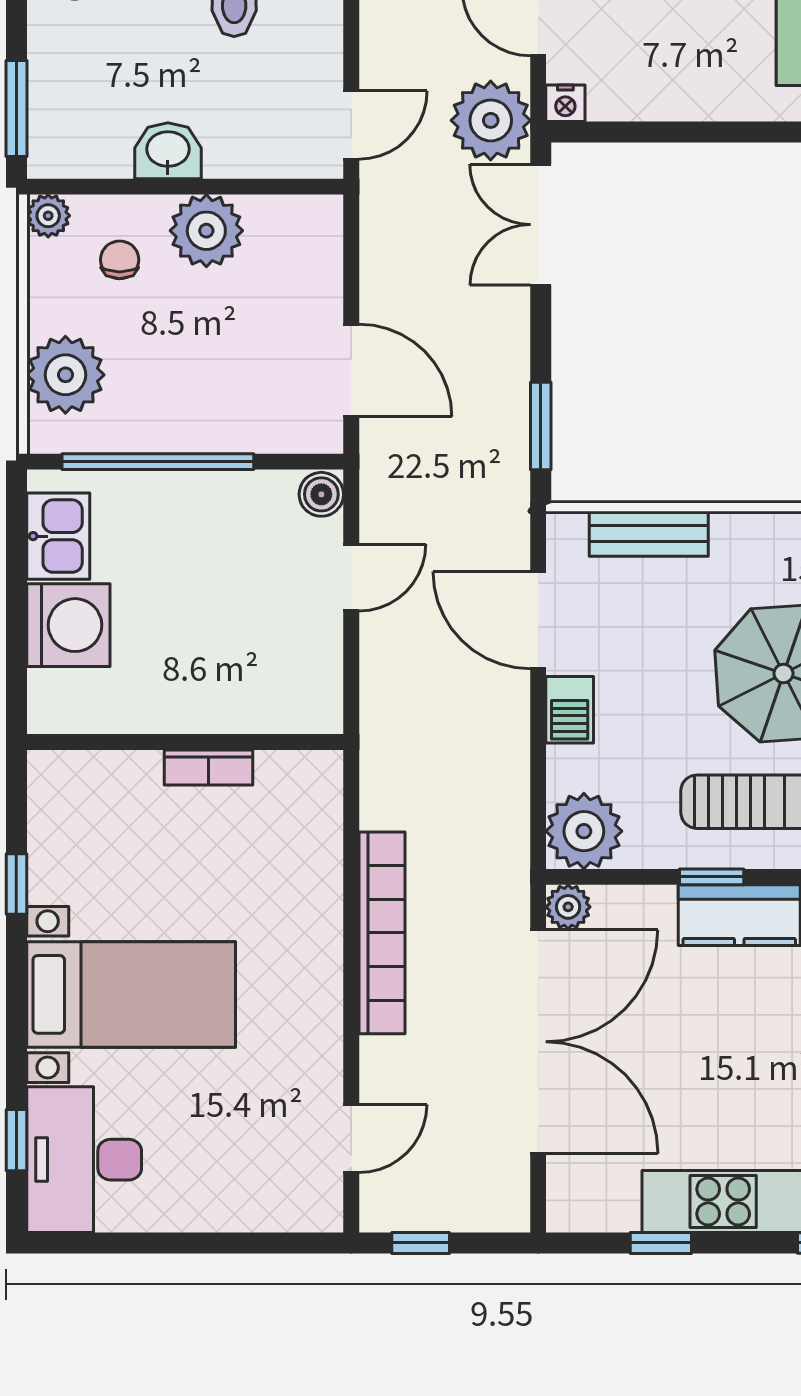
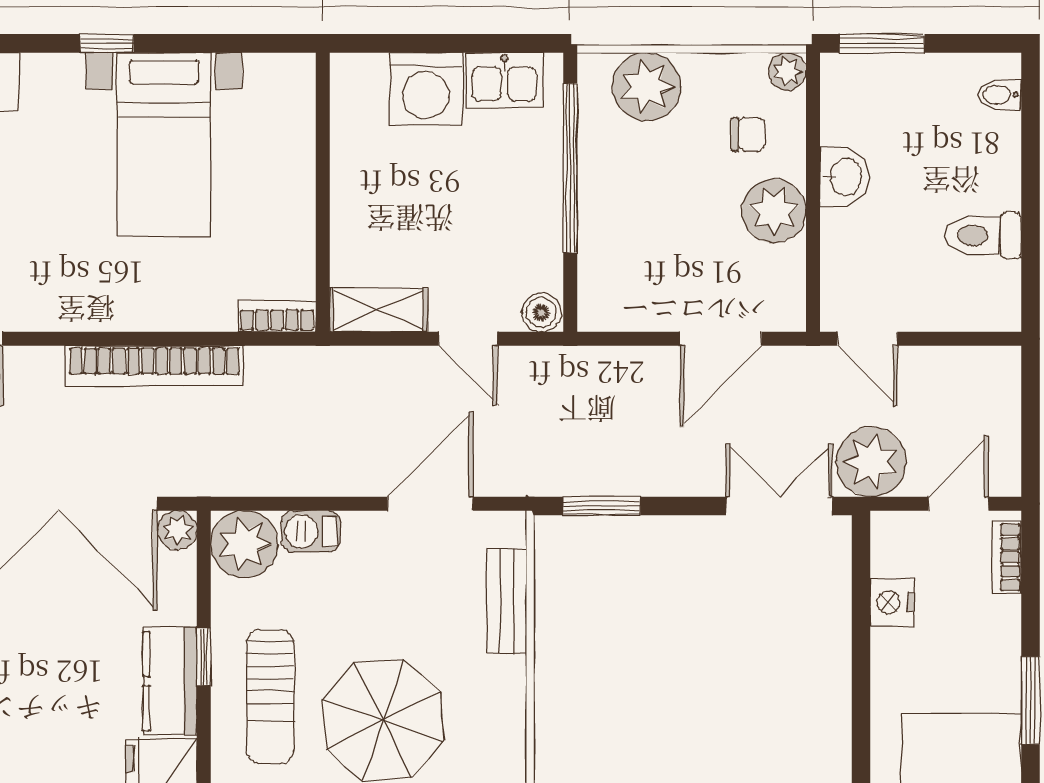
nightstand: (565, 103) -> (892, 602), moved, width x1.39, depth x1.35
door: (351, 370) -> (721, 339), moved
shelving: (319, 679) -> (379, 310), added
barbecue: (570, 710) -> (311, 531), moved
bookcase: (208, 767) -> (277, 316), moved, turned 90
window: (16, 884) -> (107, 43), moved
bed with nightstands: (131, 994) -> (164, 145), moved

